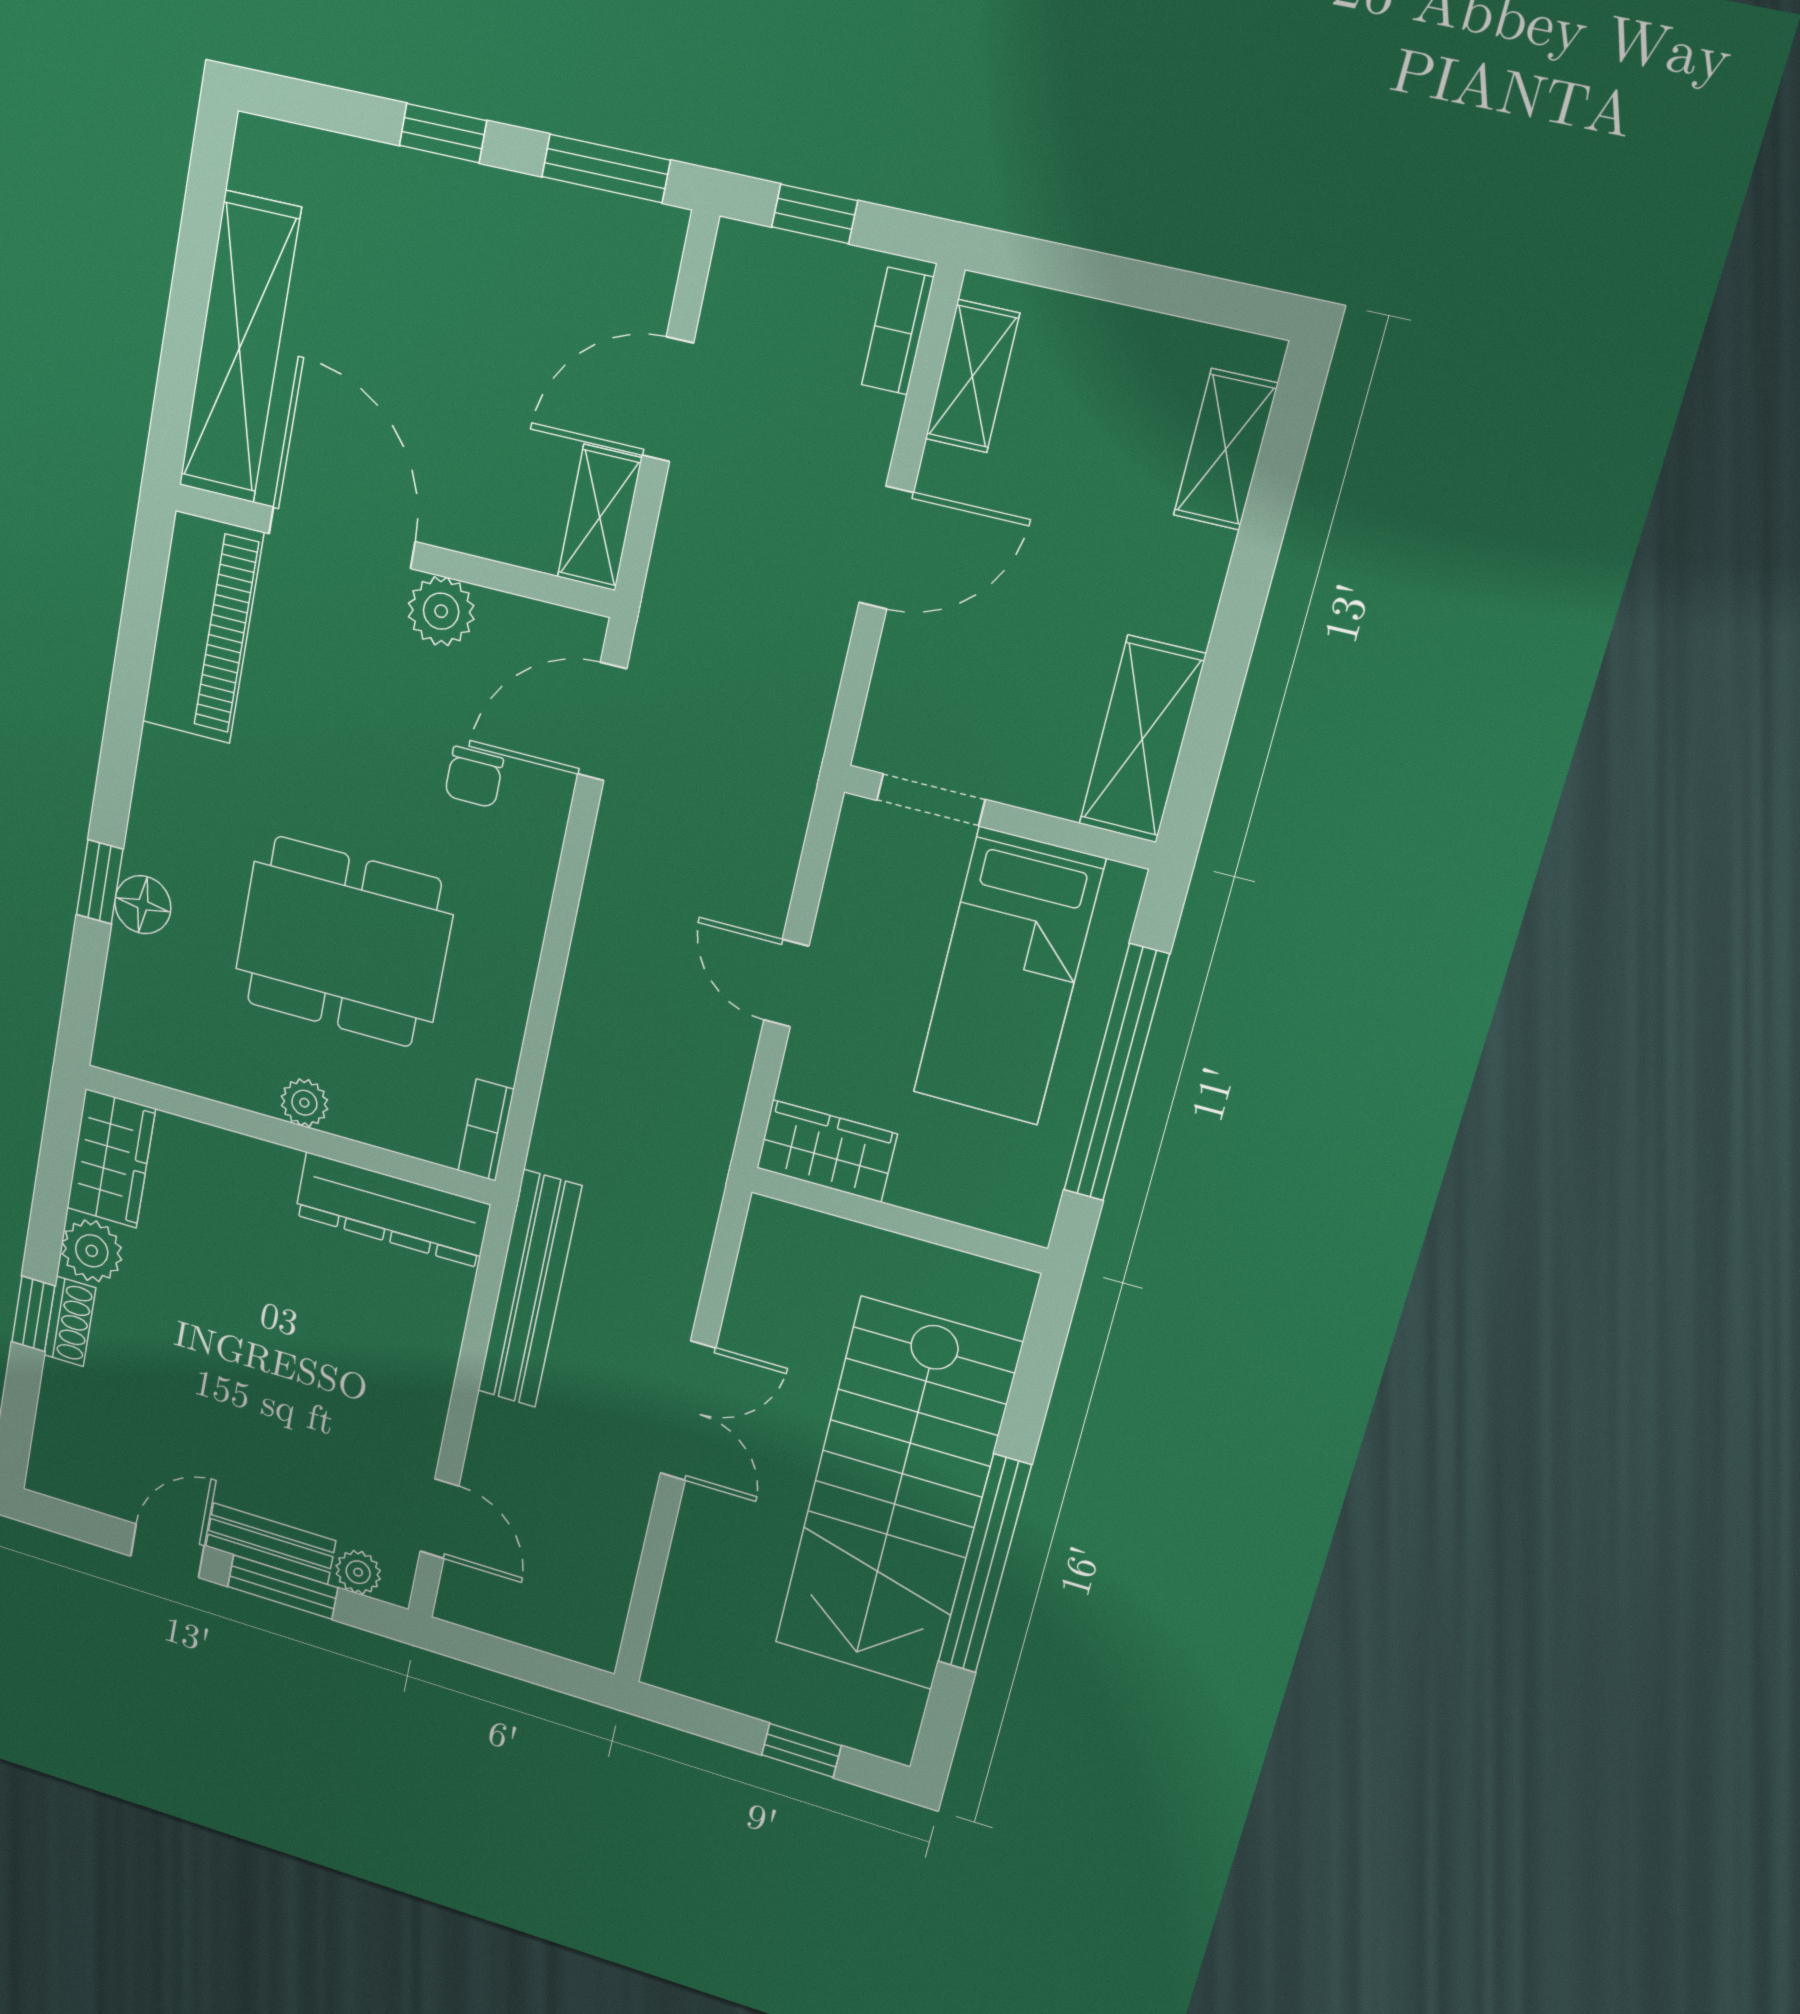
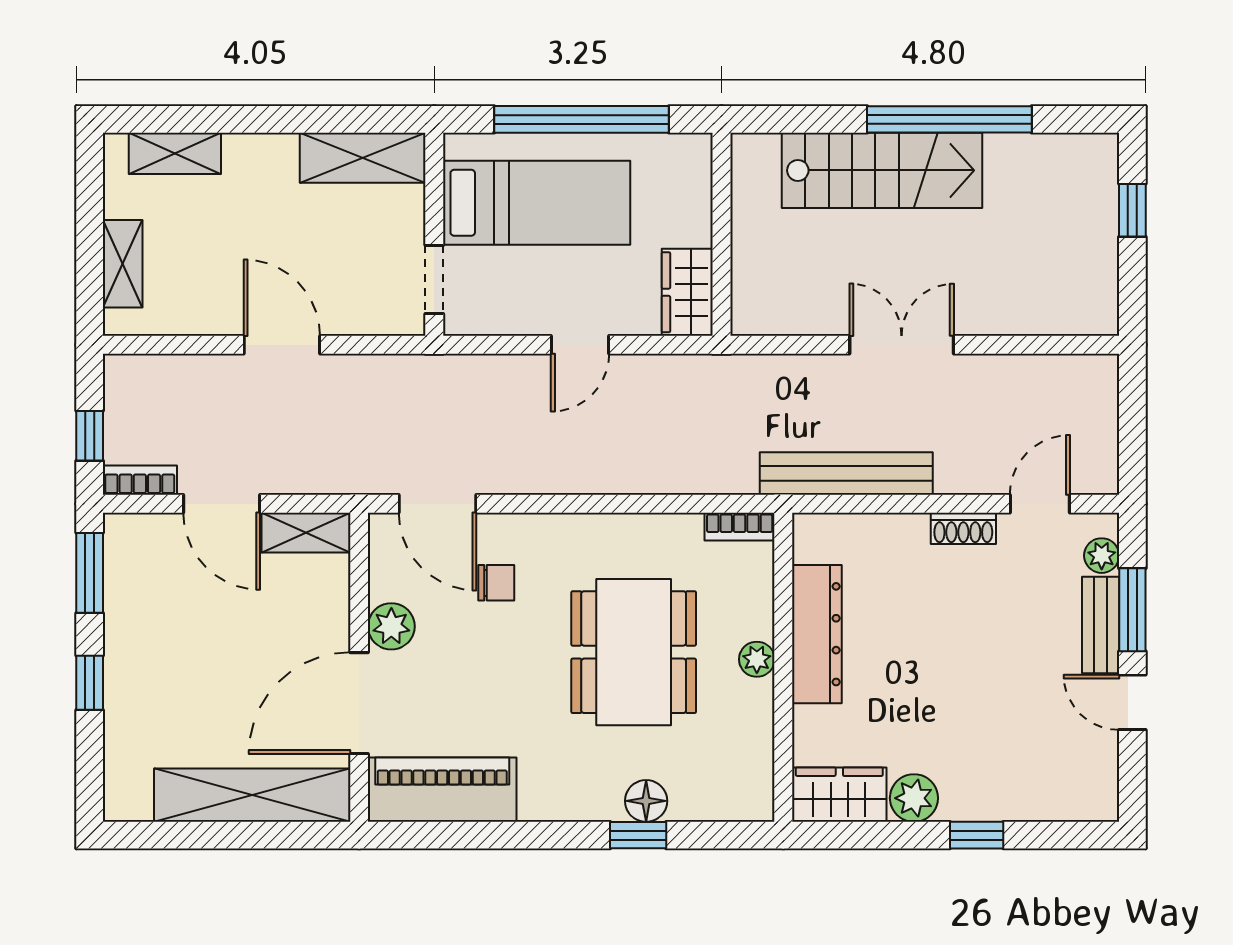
bookcase: (898, 331) -> (140, 480), moved, turned 180
shelving: (972, 376) -> (123, 264), moved, turned 90
dresser: (392, 1210) -> (817, 634), moved
shoe rack: (70, 1321) -> (963, 528), moved, turned 180
stairs: (897, 1495) -> (882, 170), width x0.73, depth x0.66

